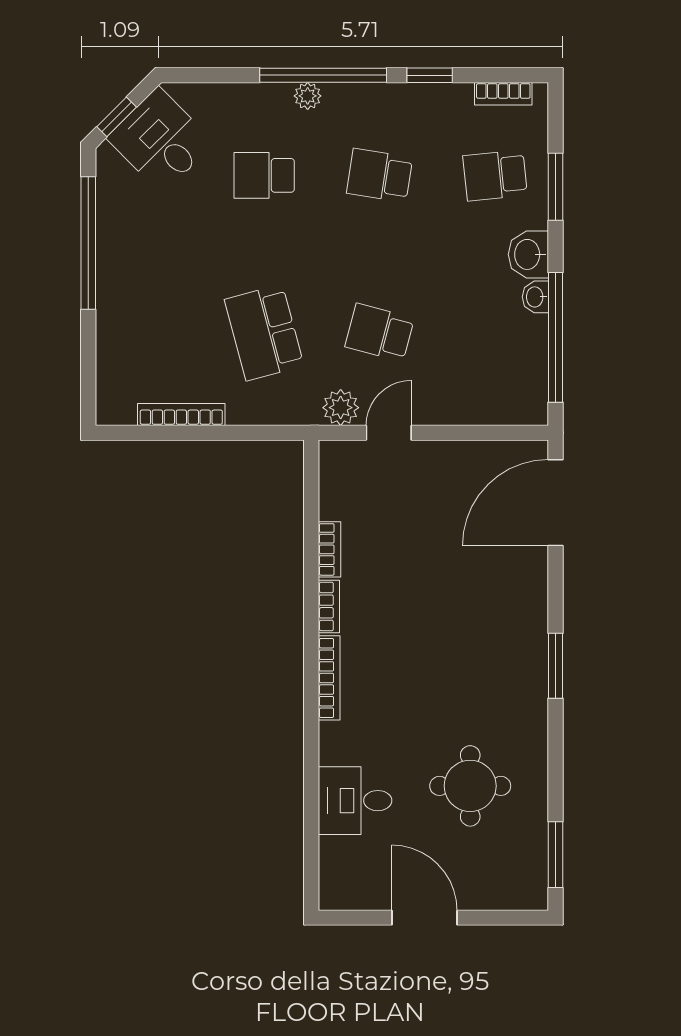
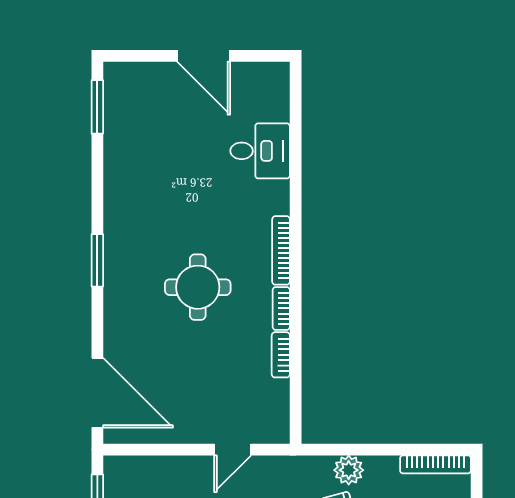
plant: (341, 408) -> (349, 470), moved
bookcase: (181, 414) -> (435, 464), moved
door: (555, 503) -> (97, 393), hinge flipped
round table: (470, 786) -> (198, 287), moved

